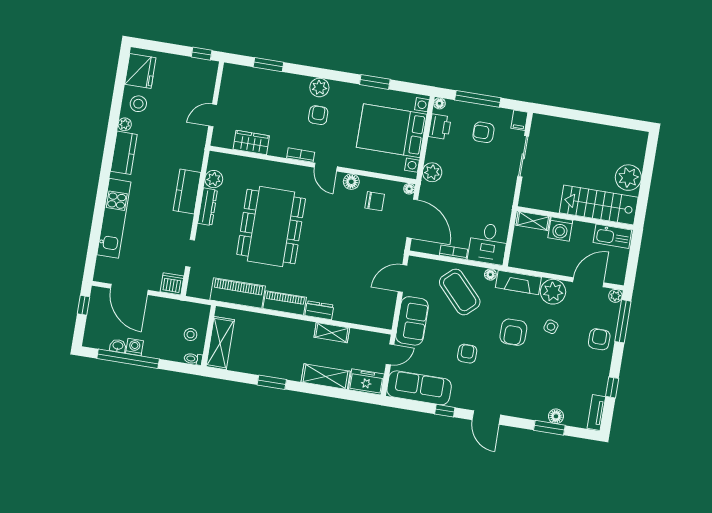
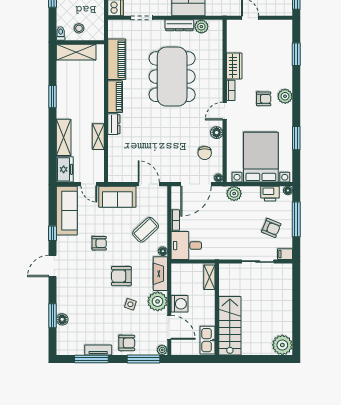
armchair: (483, 132) -> (271, 228), turned 112
wardrobe: (251, 143) -> (234, 66), moved
plant: (628, 178) -> (282, 345), moved
dining table: (271, 227) -> (172, 77), turned 90
washing machine: (560, 229) -> (180, 304), moved, turned 180
coffee table: (460, 292) -> (146, 230), width x0.73, depth x0.76
window: (612, 387) -> (91, 359), width x2.17
tv unit: (596, 413) -> (98, 350), moved

